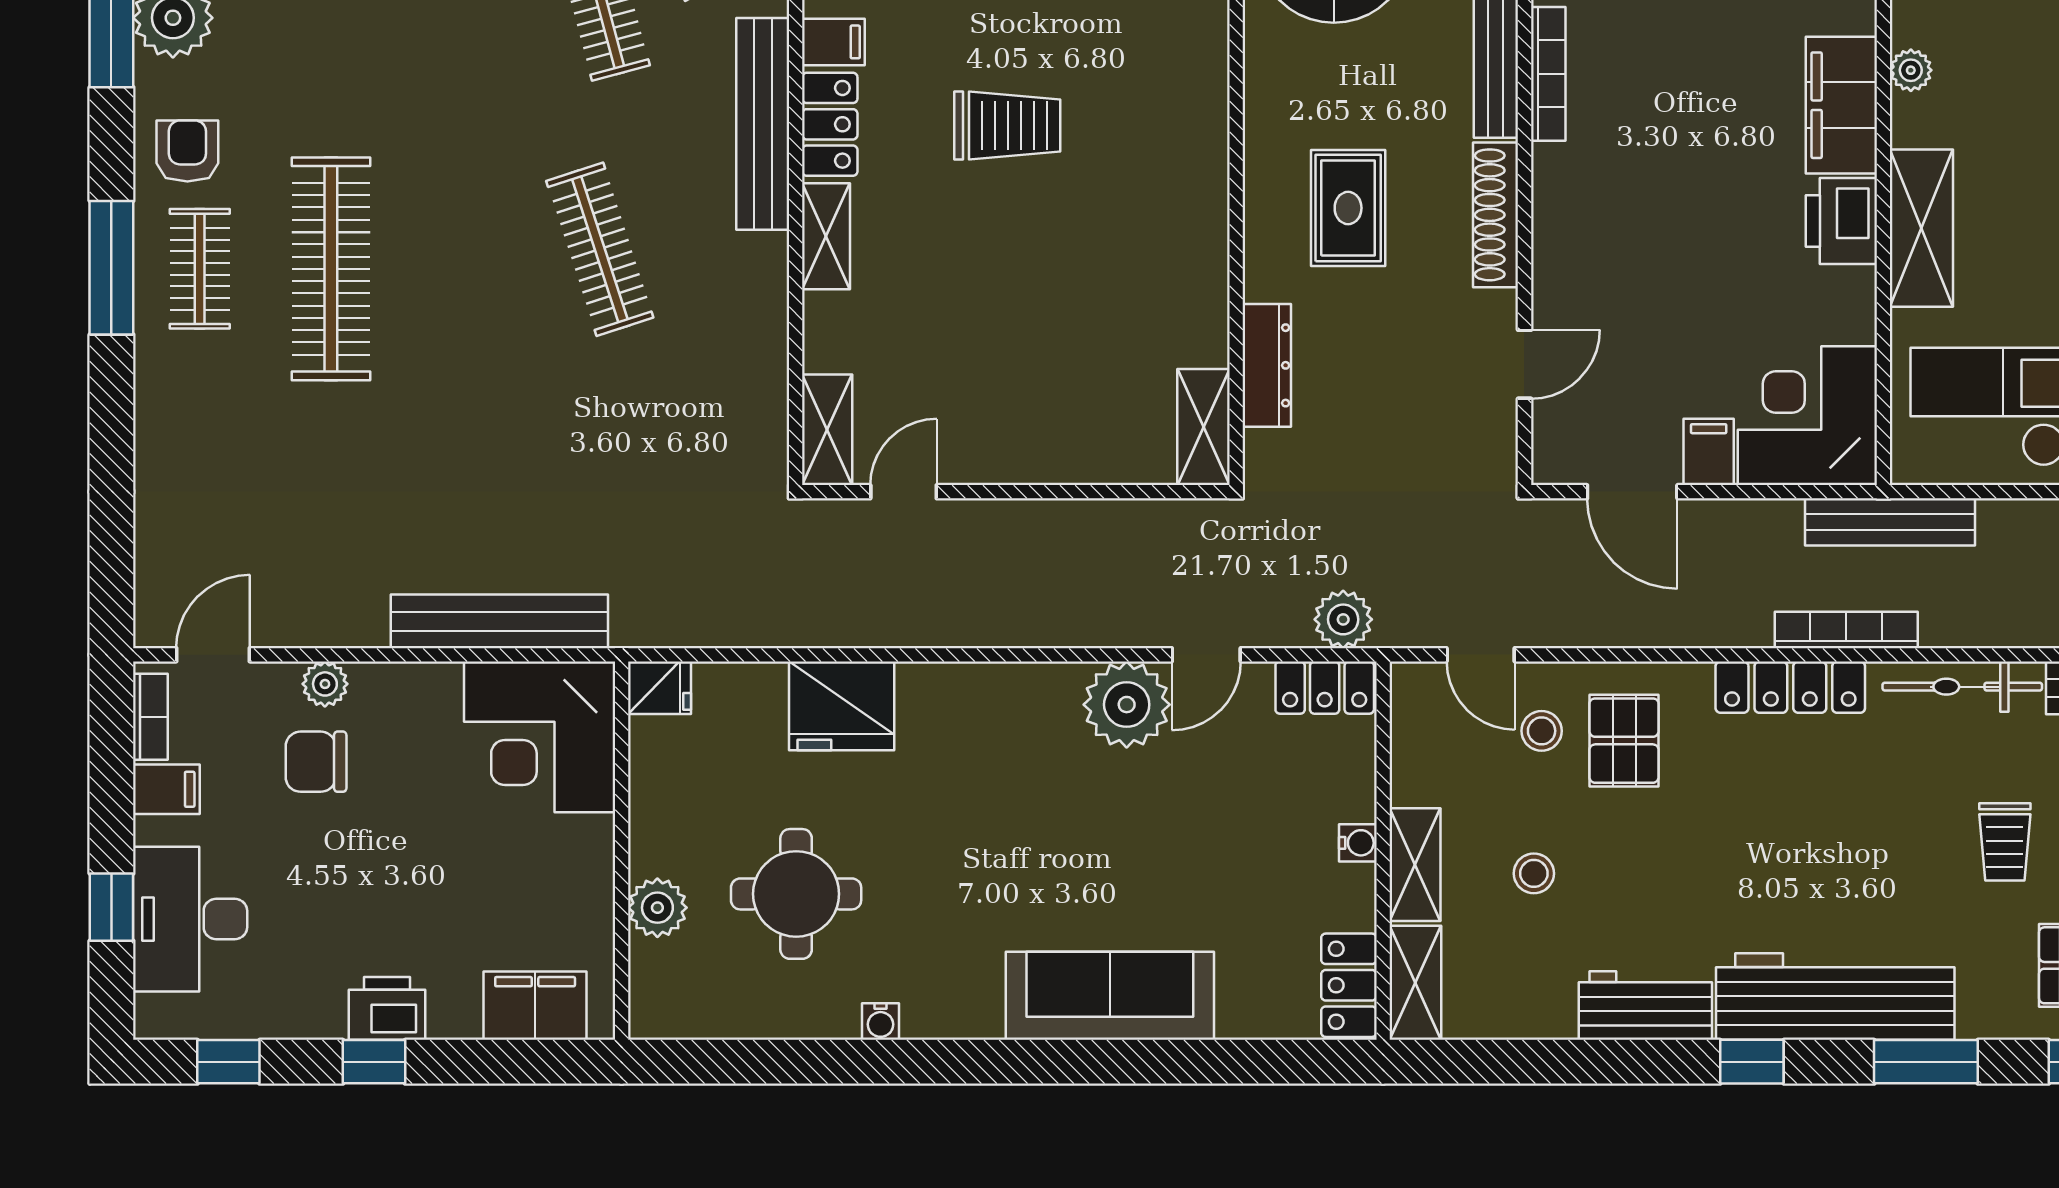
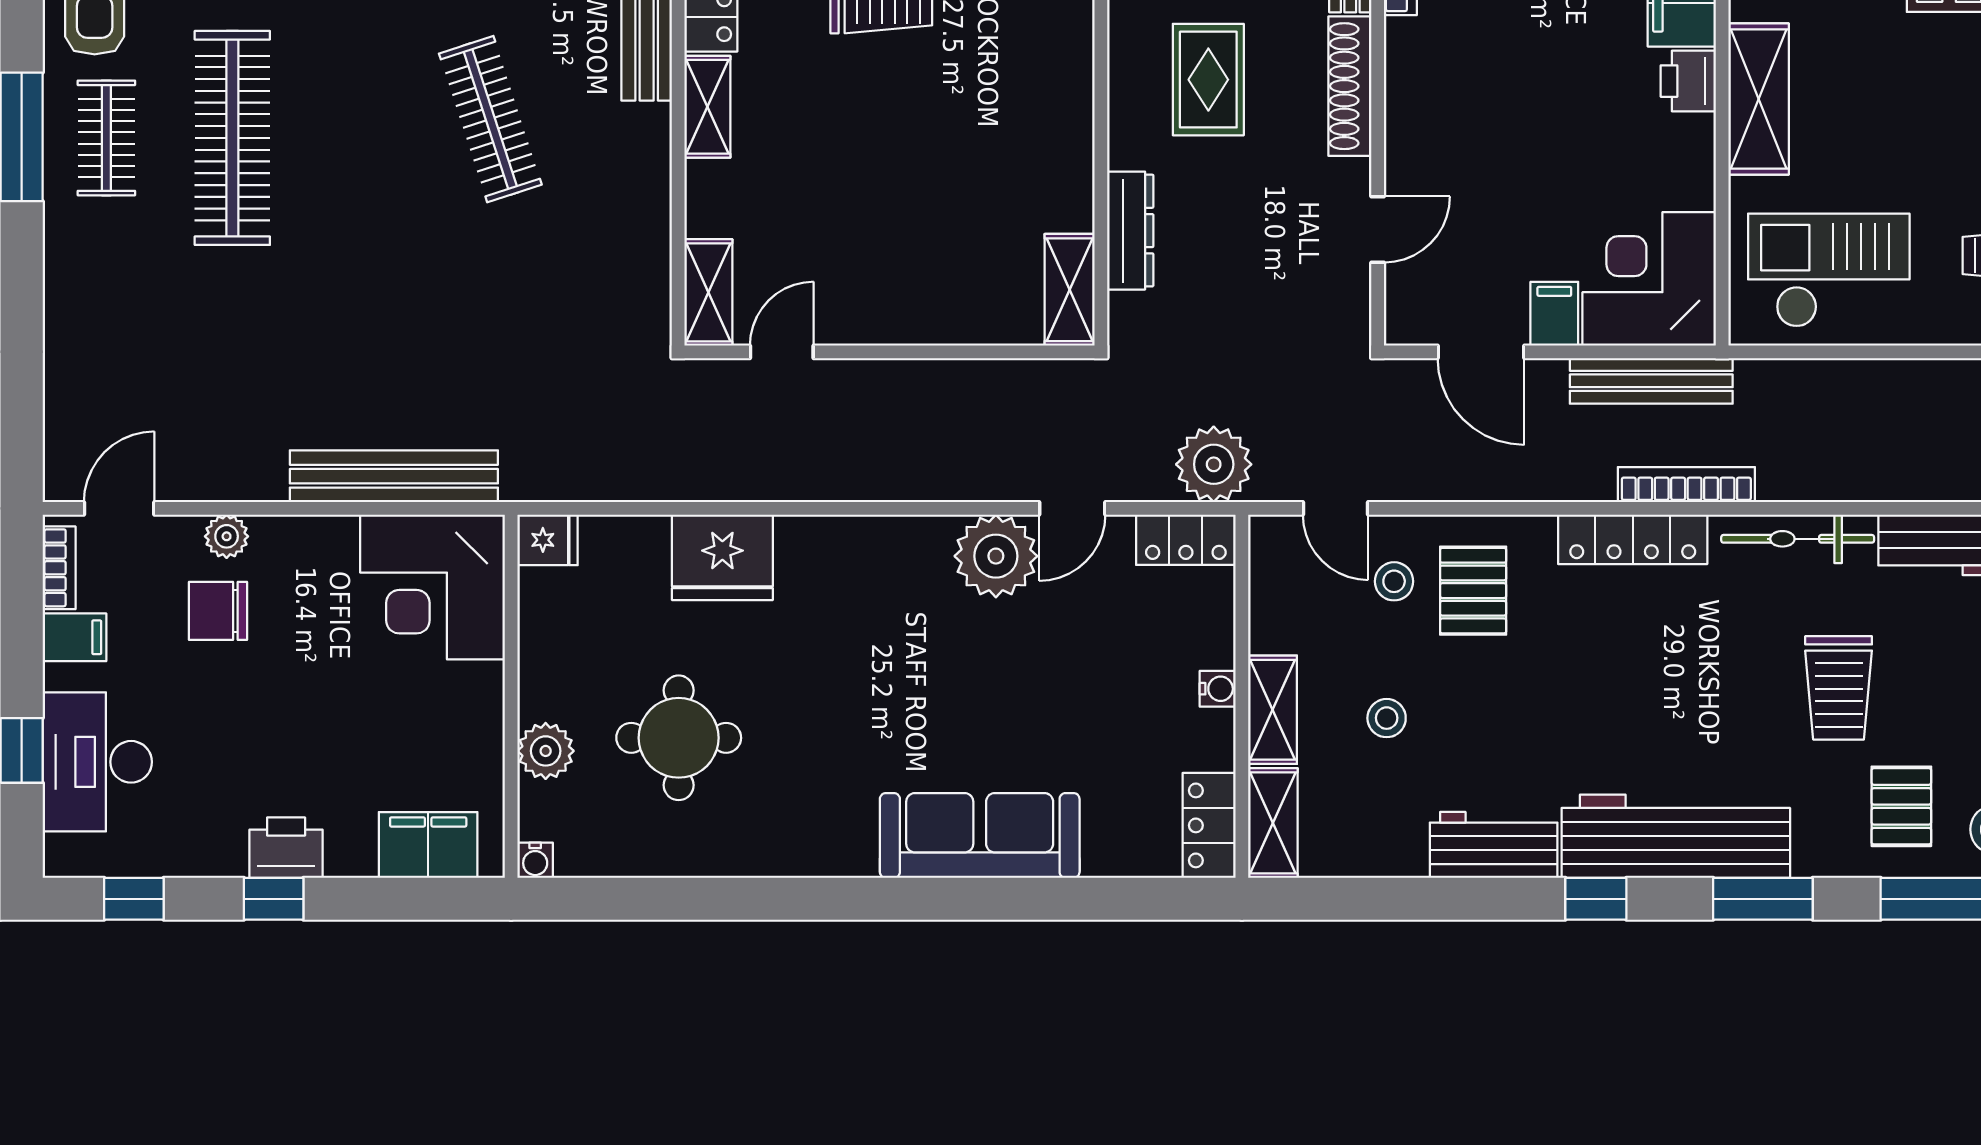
printer: (1841, 221) -> (1688, 81), width x0.73, depth x0.81
bench: (1890, 522) -> (1651, 381), moved
plant: (1343, 619) -> (1214, 464), width x1.36, depth x1.36
trolley: (2005, 842) -> (1839, 688), width x1.36, depth x1.39
water cooler: (880, 1022) -> (535, 860), moved

